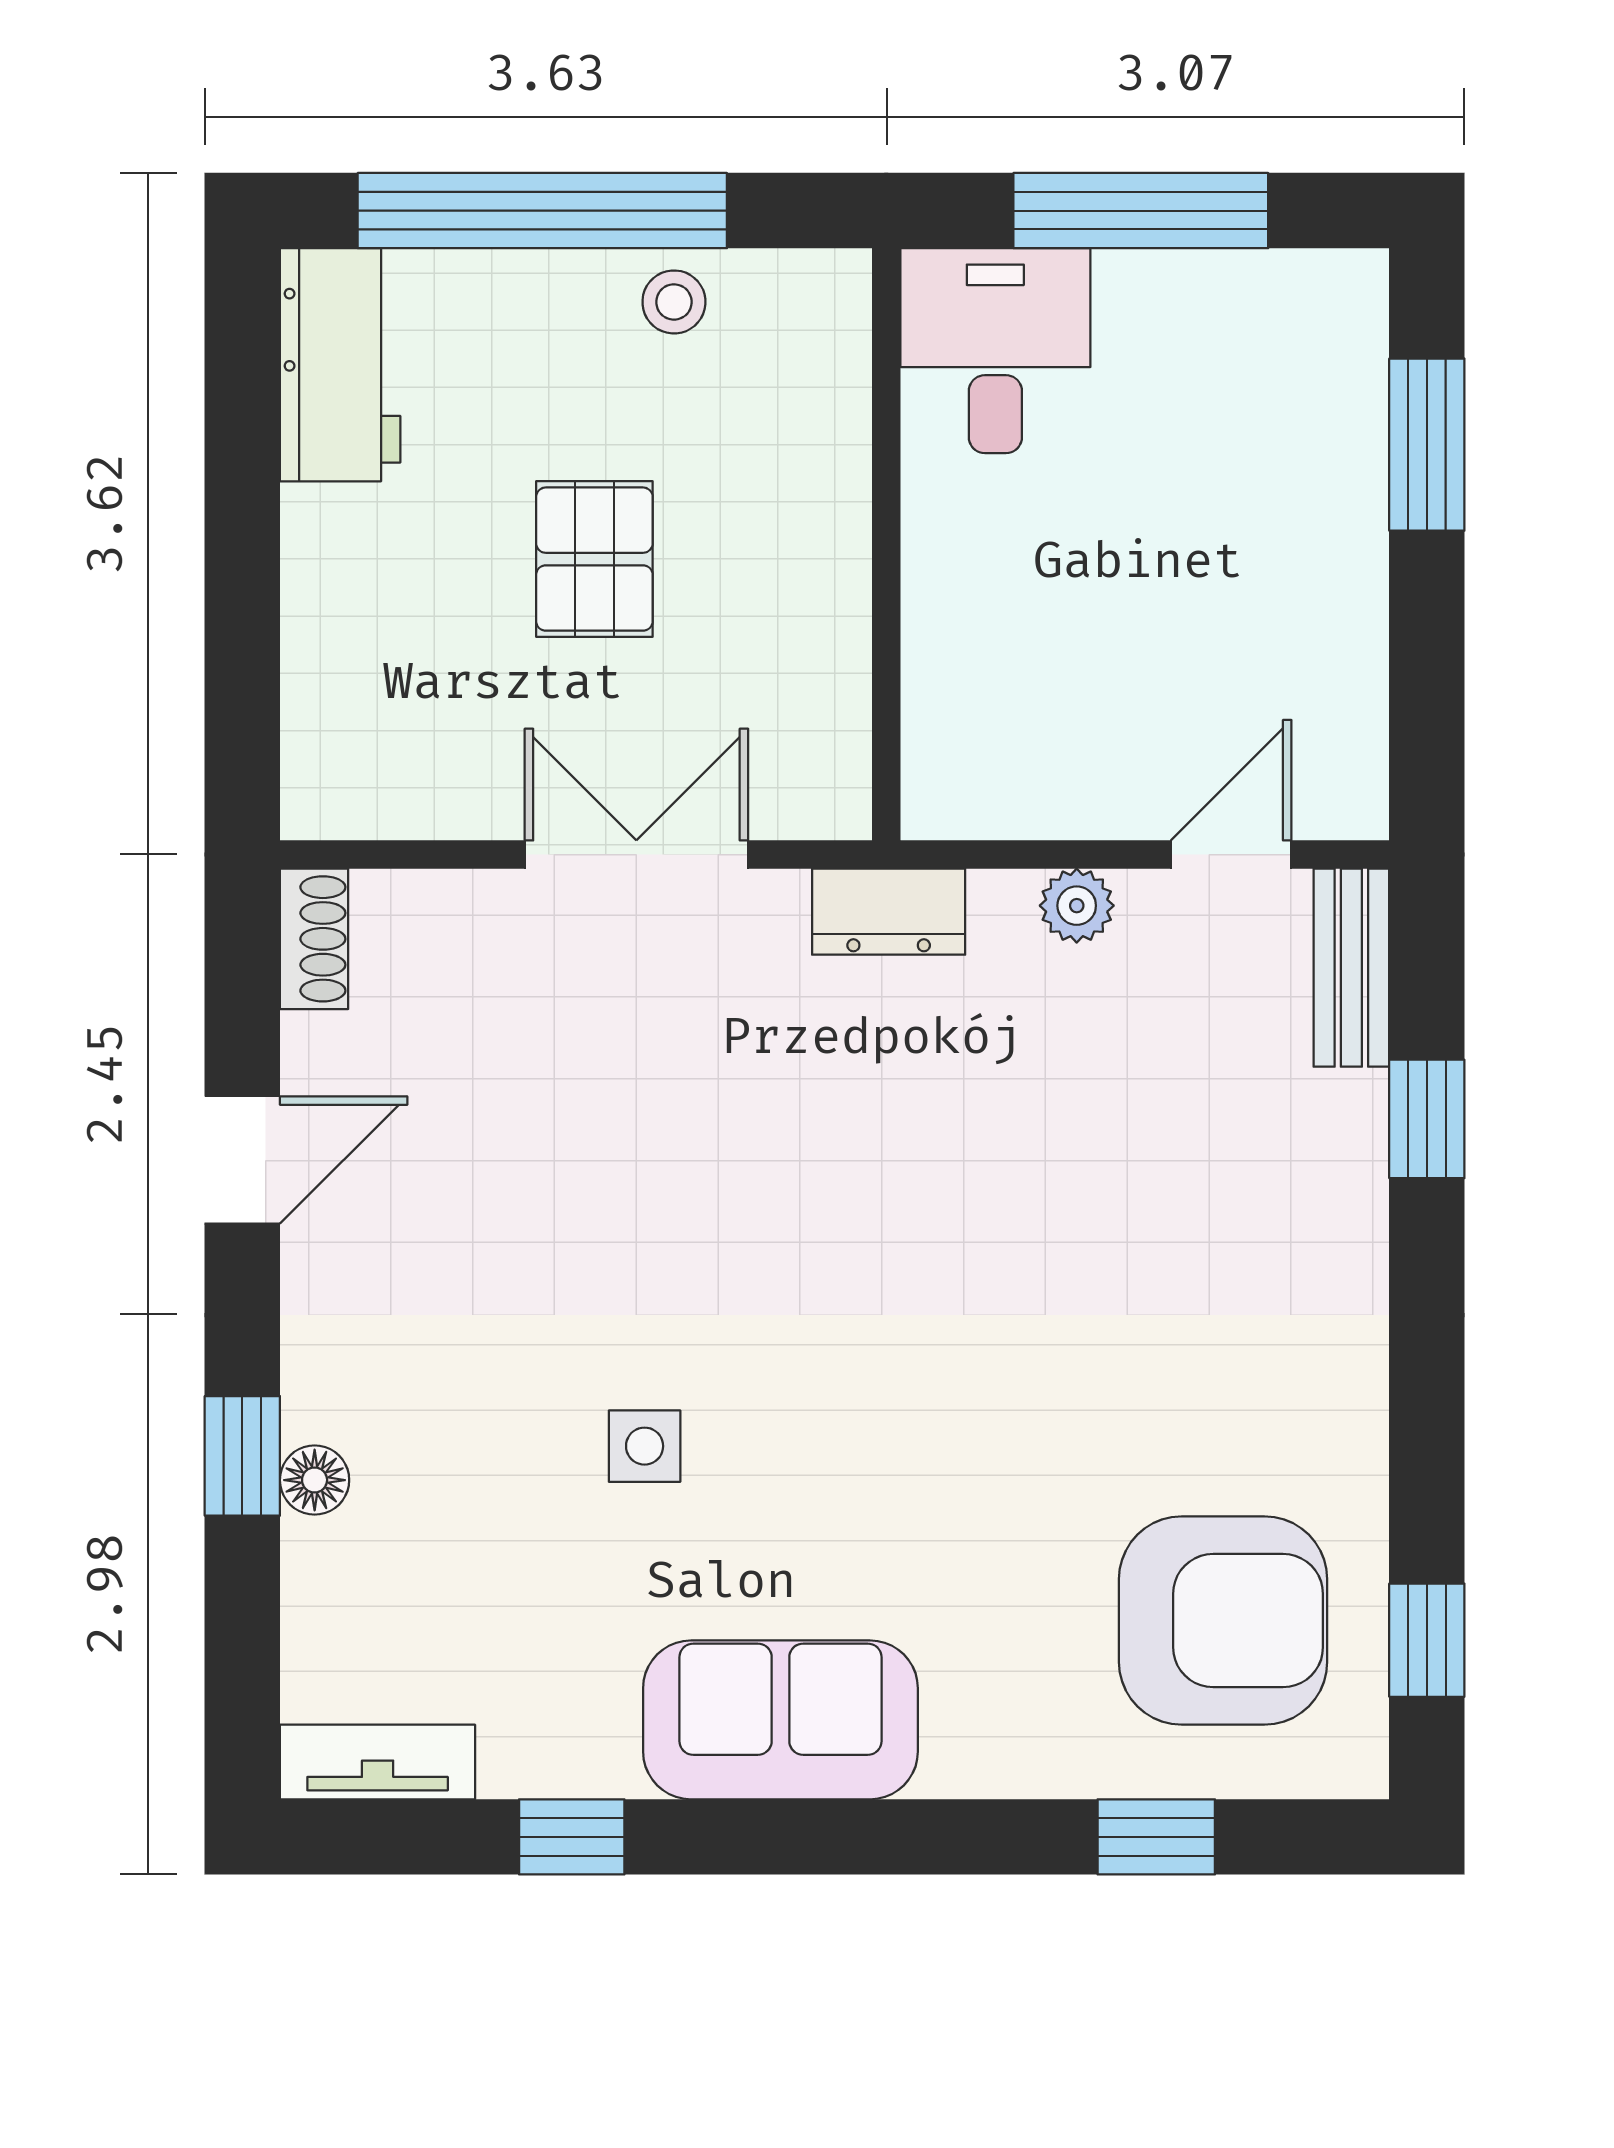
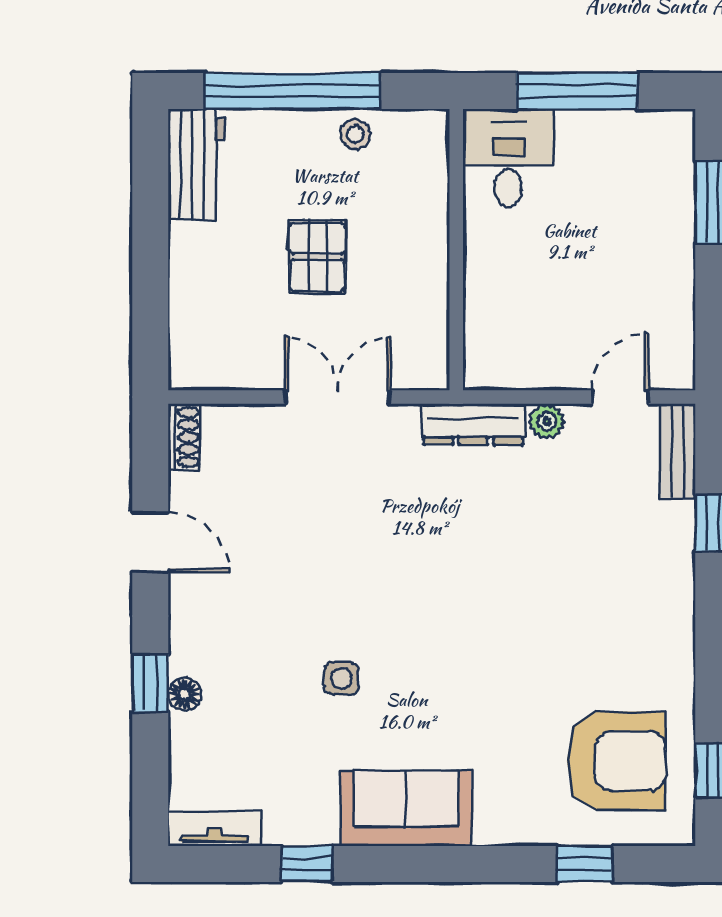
dresser: (889, 912) -> (473, 424), width x1.44
door: (242, 1160) -> (150, 542), hinge flipped

